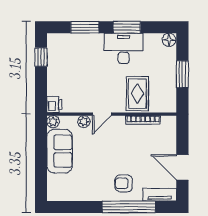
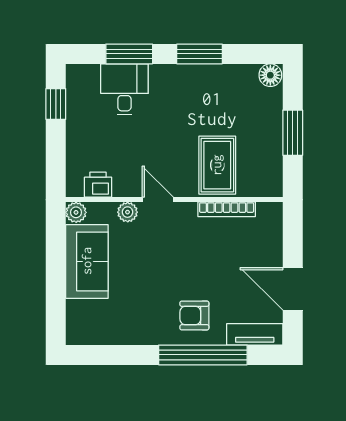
desk: (124, 48) -> (124, 89), moved, width x0.73
printer: (54, 105) -> (98, 185), moved, turned -90
door: (102, 114) -> (158, 200), swing flipped

